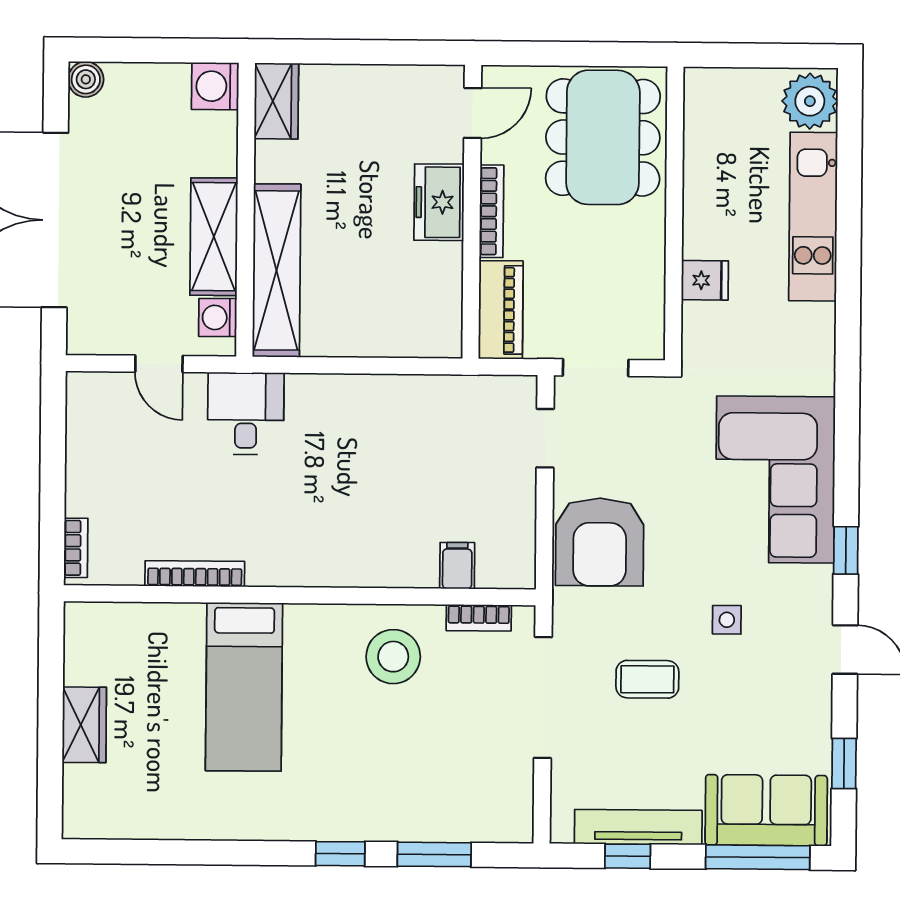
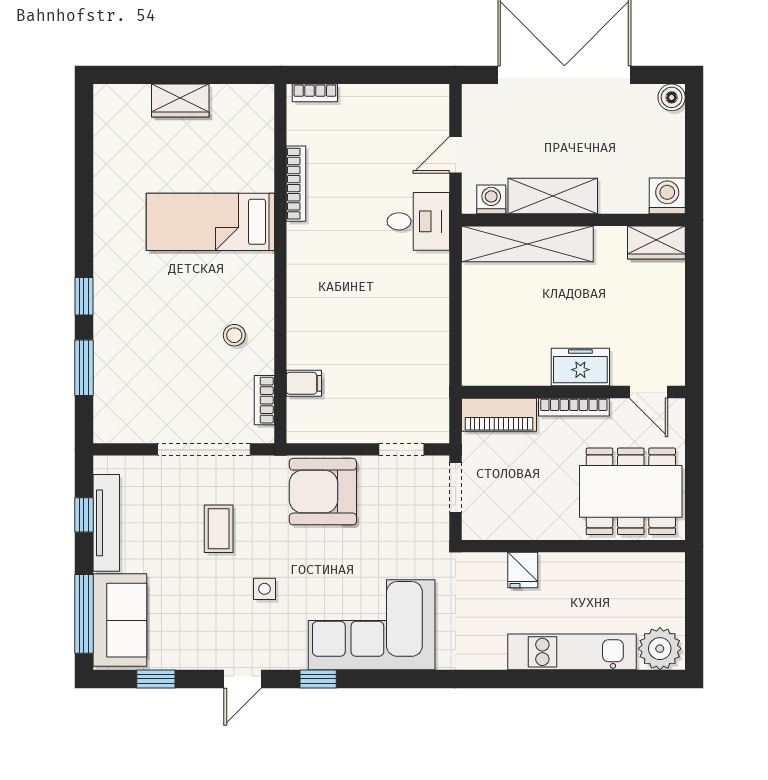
stool: (393, 657) -> (234, 335), width x0.53, depth x0.53

